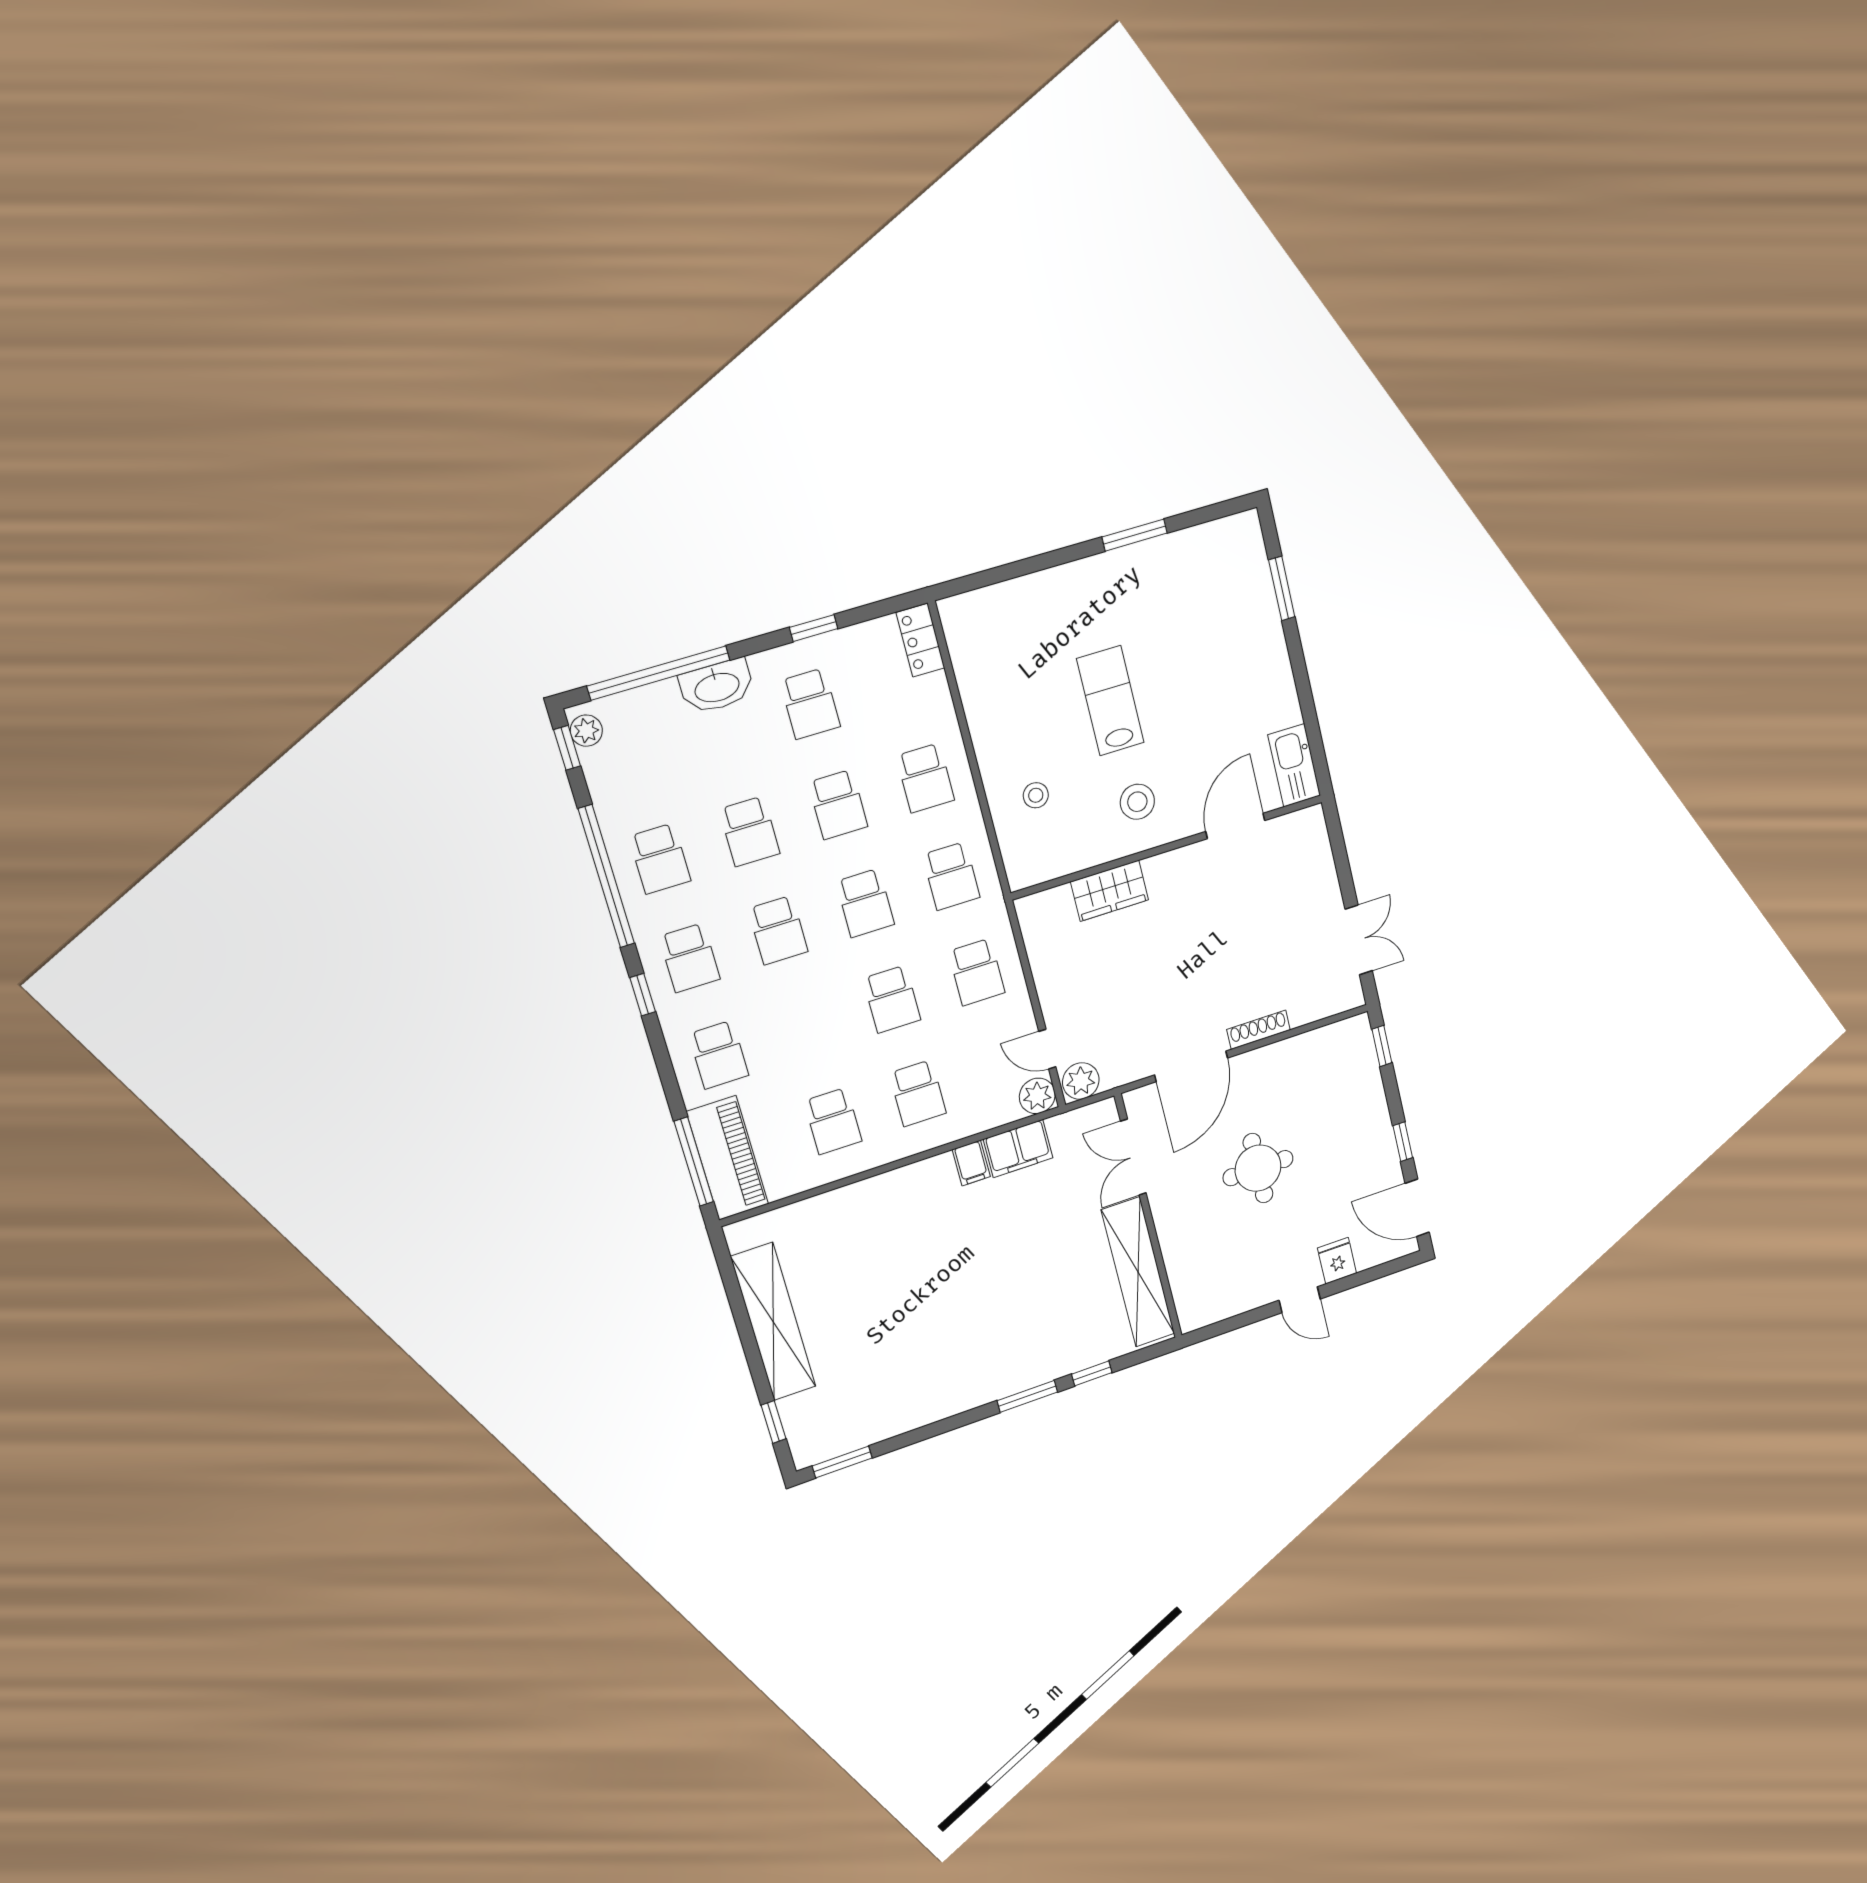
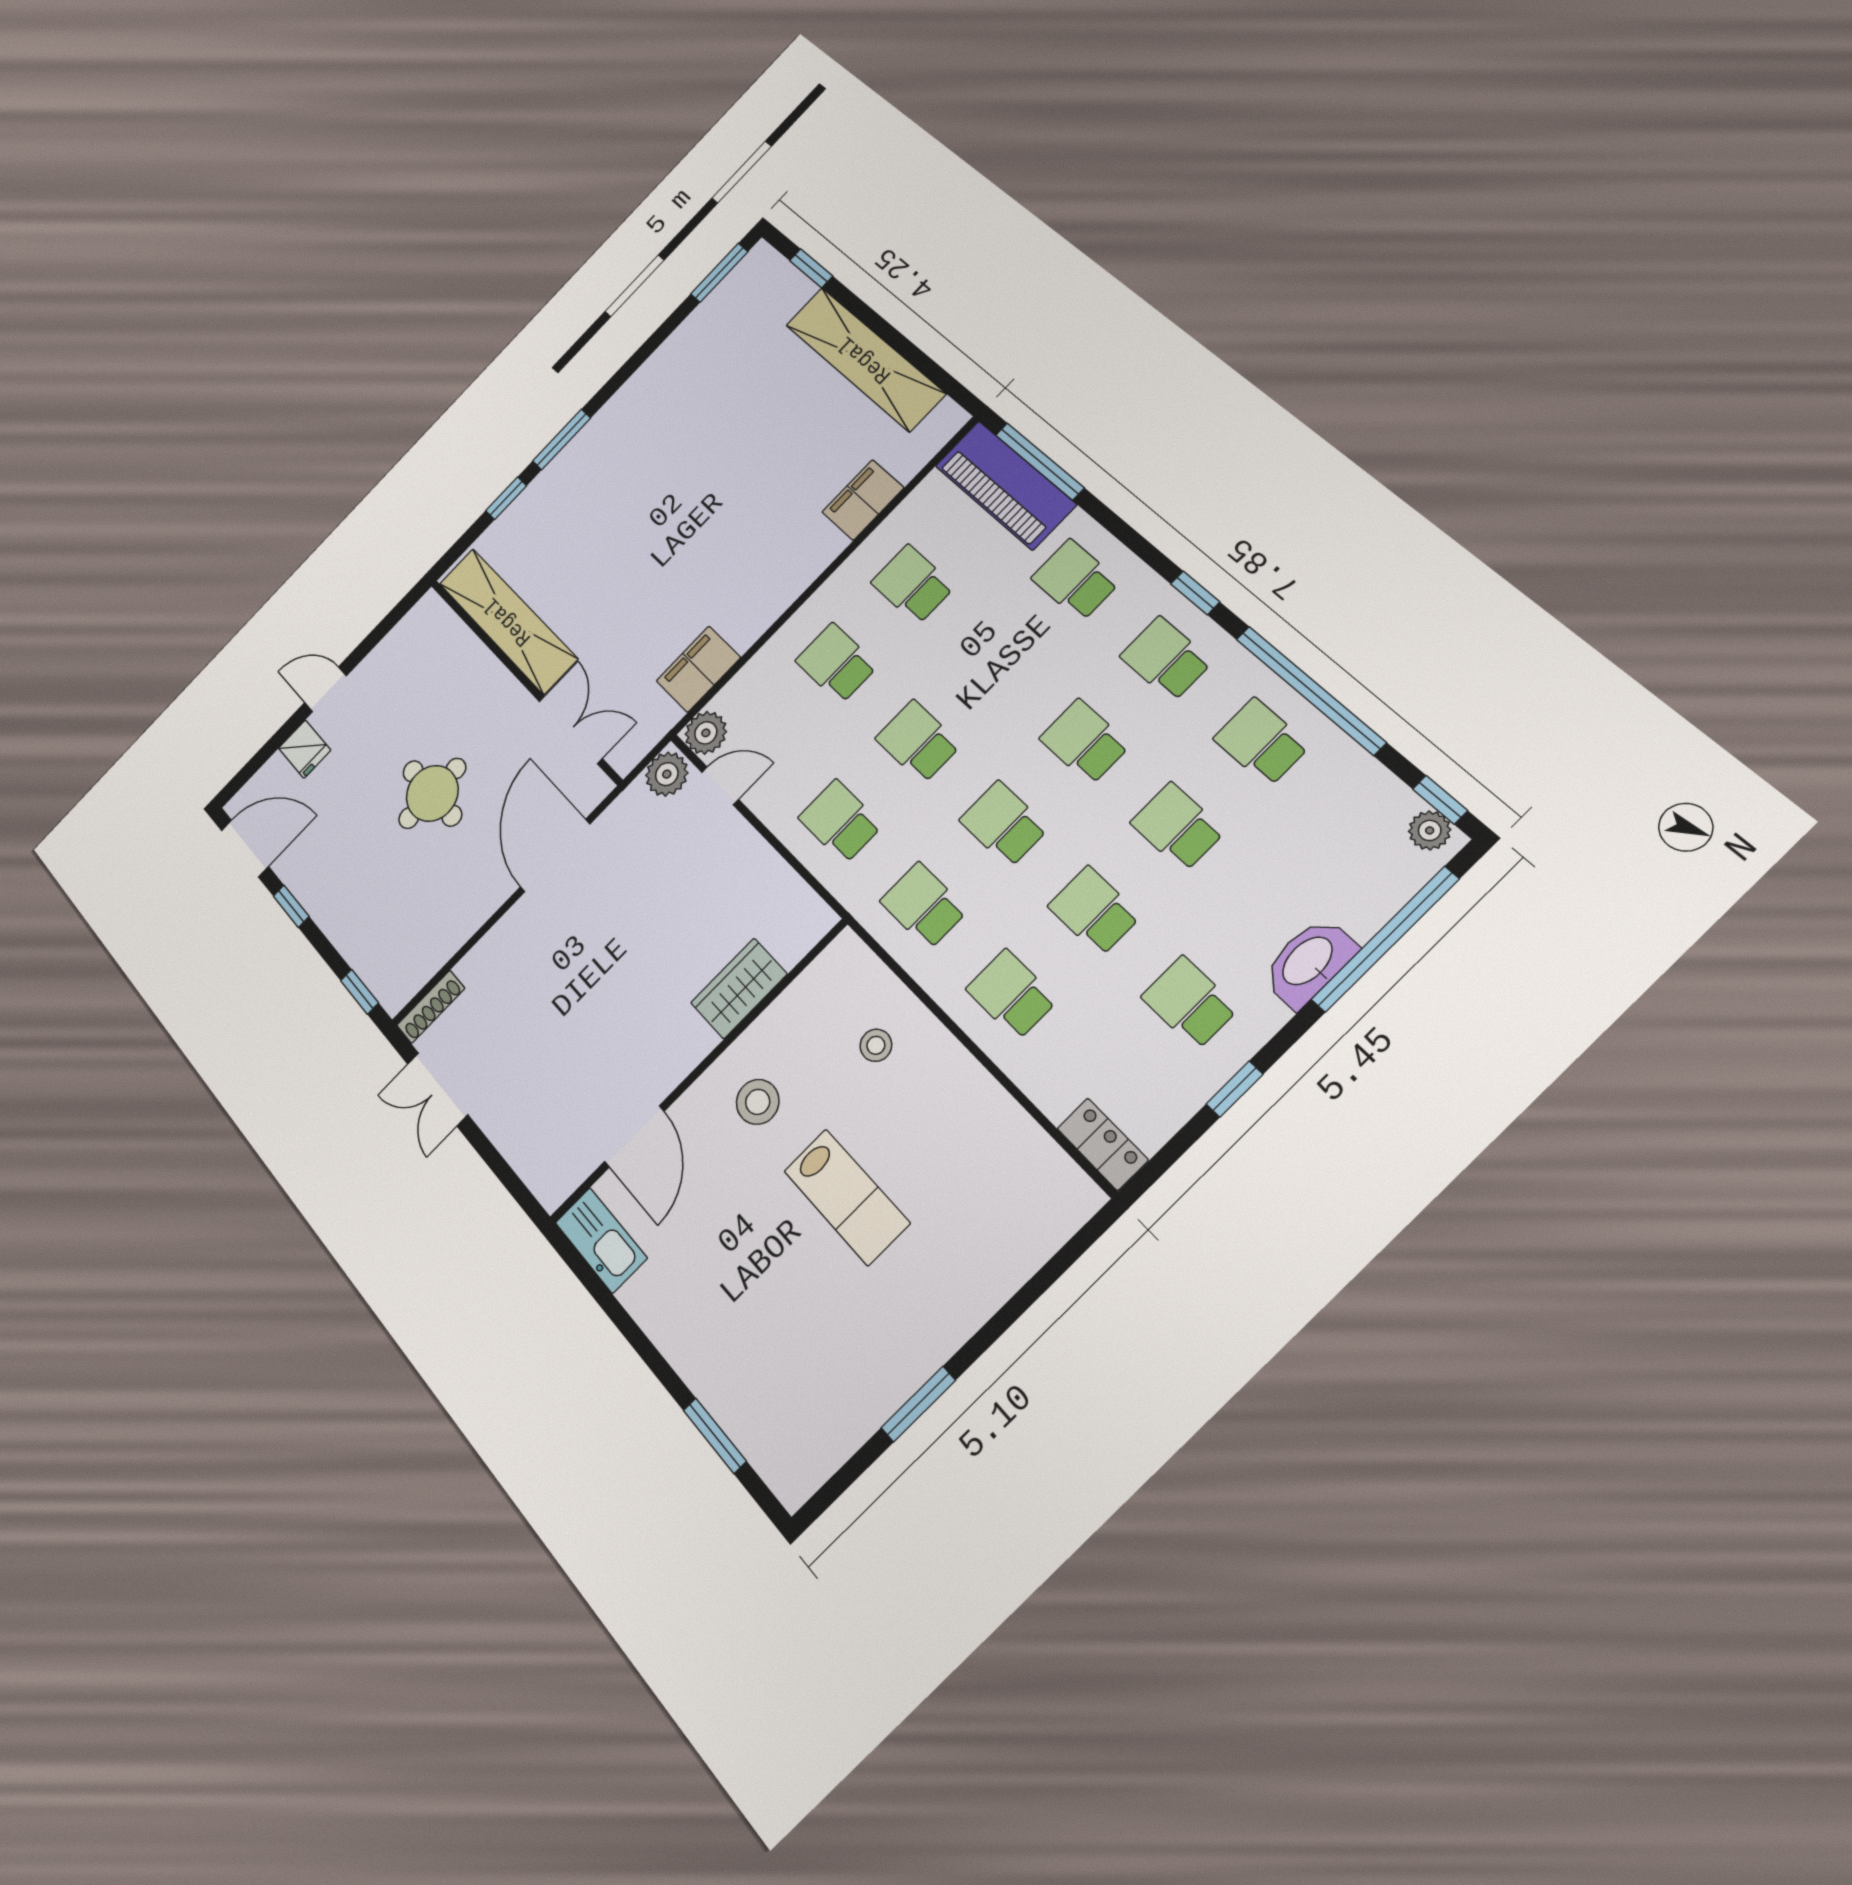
shoe rack: (1259, 1030) -> (431, 1007), moved
filing cabinet: (971, 1163) -> (863, 500), moved, width x2.00

